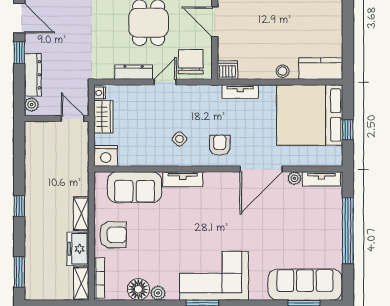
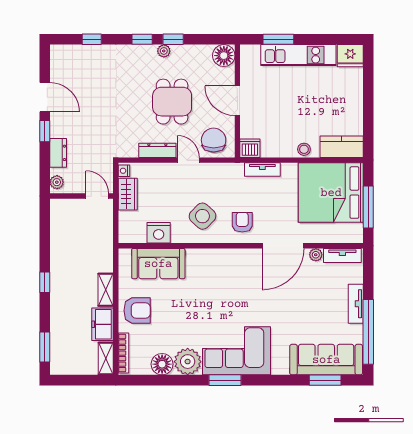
dresser: (33, 75) -> (58, 153), width x0.70
door: (165, 82) -> (188, 160), hinge flipped
window: (348, 130) -> (368, 207), width x2.17
side table: (179, 139) -> (202, 216), width x1.87, depth x1.87
nightstand: (106, 156) -> (159, 233), moved
tv unit: (183, 179) -> (356, 304), moved, turned 90
window: (348, 231) -> (368, 332), moved
plant: (158, 293) -> (188, 362), width x1.88, depth x1.88

